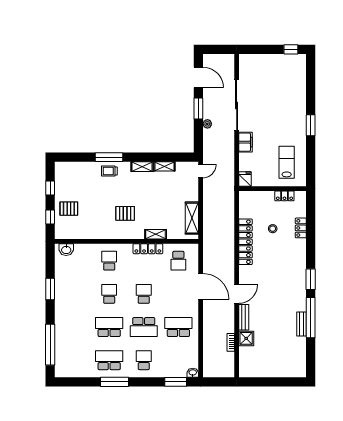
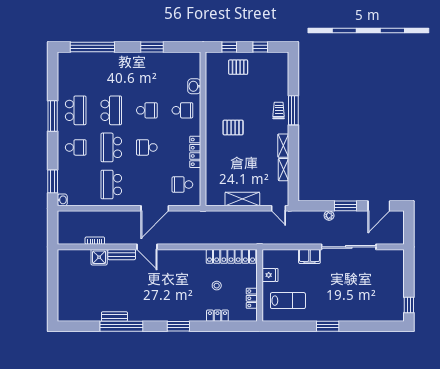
fridge: (245, 179) -> (270, 275), moved
pallet: (69, 209) -> (238, 67), turned 90
pallet: (125, 213) -> (233, 127), turned 90
shelving: (192, 218) -> (242, 199), moved
shelving: (156, 234) -> (211, 160), removed
locker: (245, 242) -> (231, 256), moved
washbasin: (66, 250) -> (194, 86), moved
window: (311, 279) -> (178, 326), moved
school desk: (144, 294) -> (147, 147), turned 180
school desk: (178, 327) -> (111, 185), turned 180

